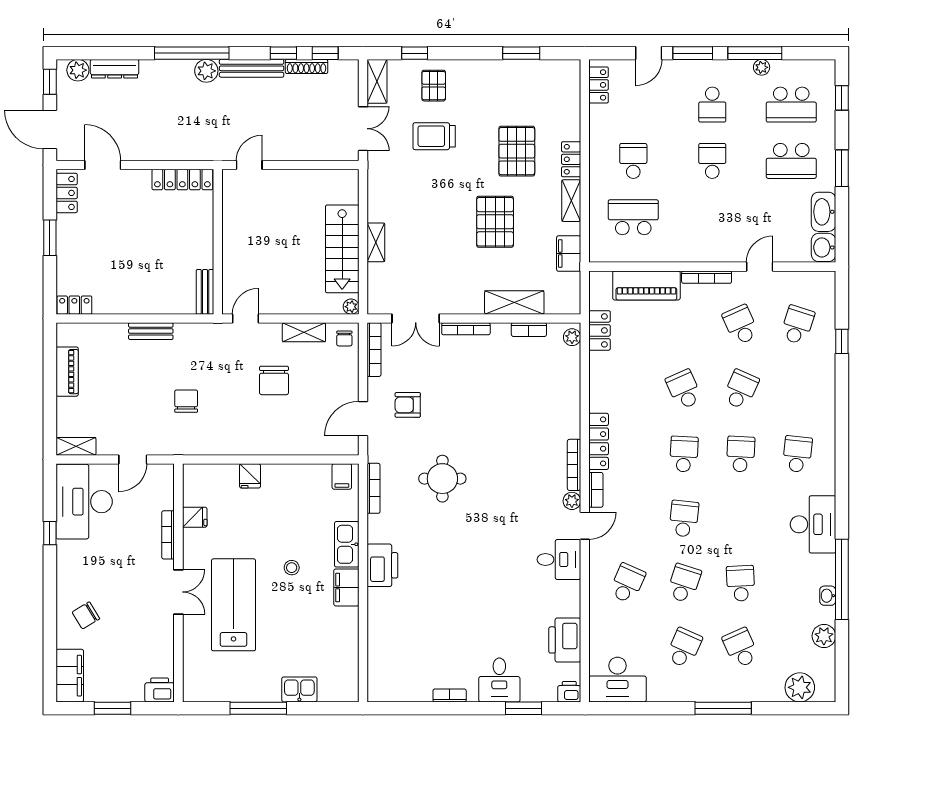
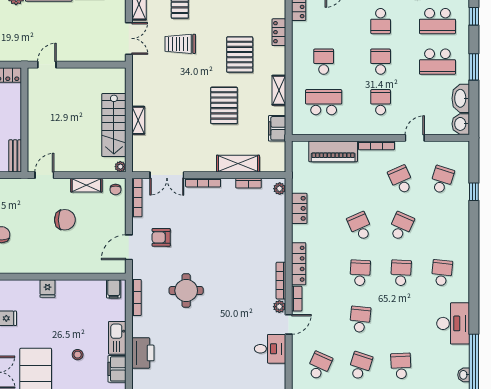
locker: (571, 159) -> (279, 32), moved
school desk: (712, 217) -> (381, 102), added
locker: (600, 330) -> (299, 208), moved
chair: (274, 380) -> (65, 220), turned -90

